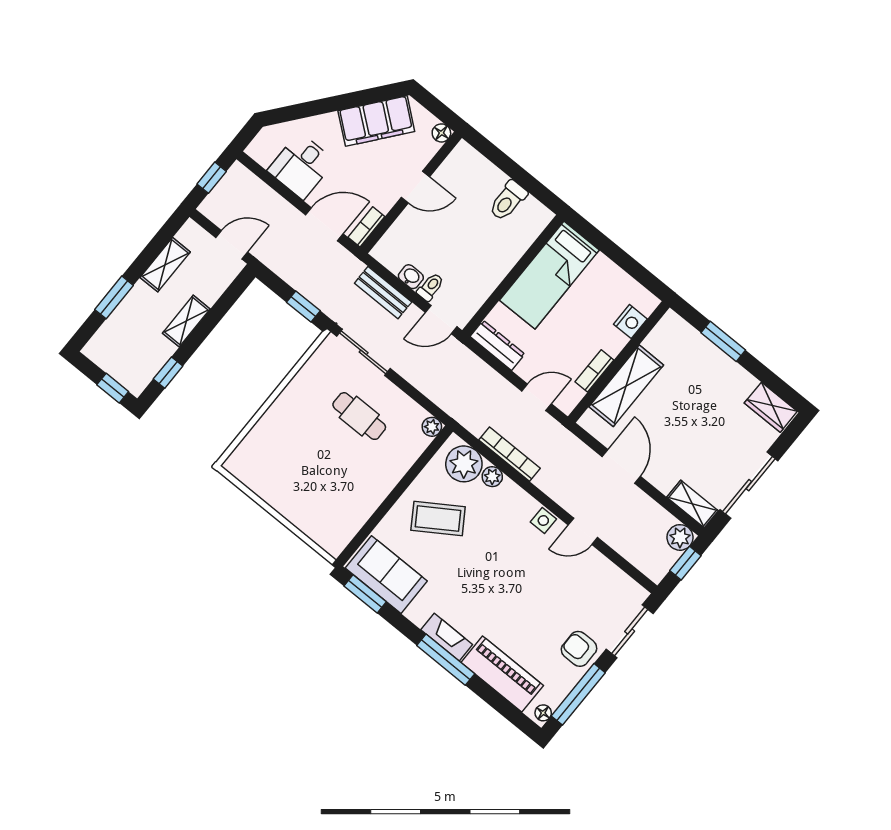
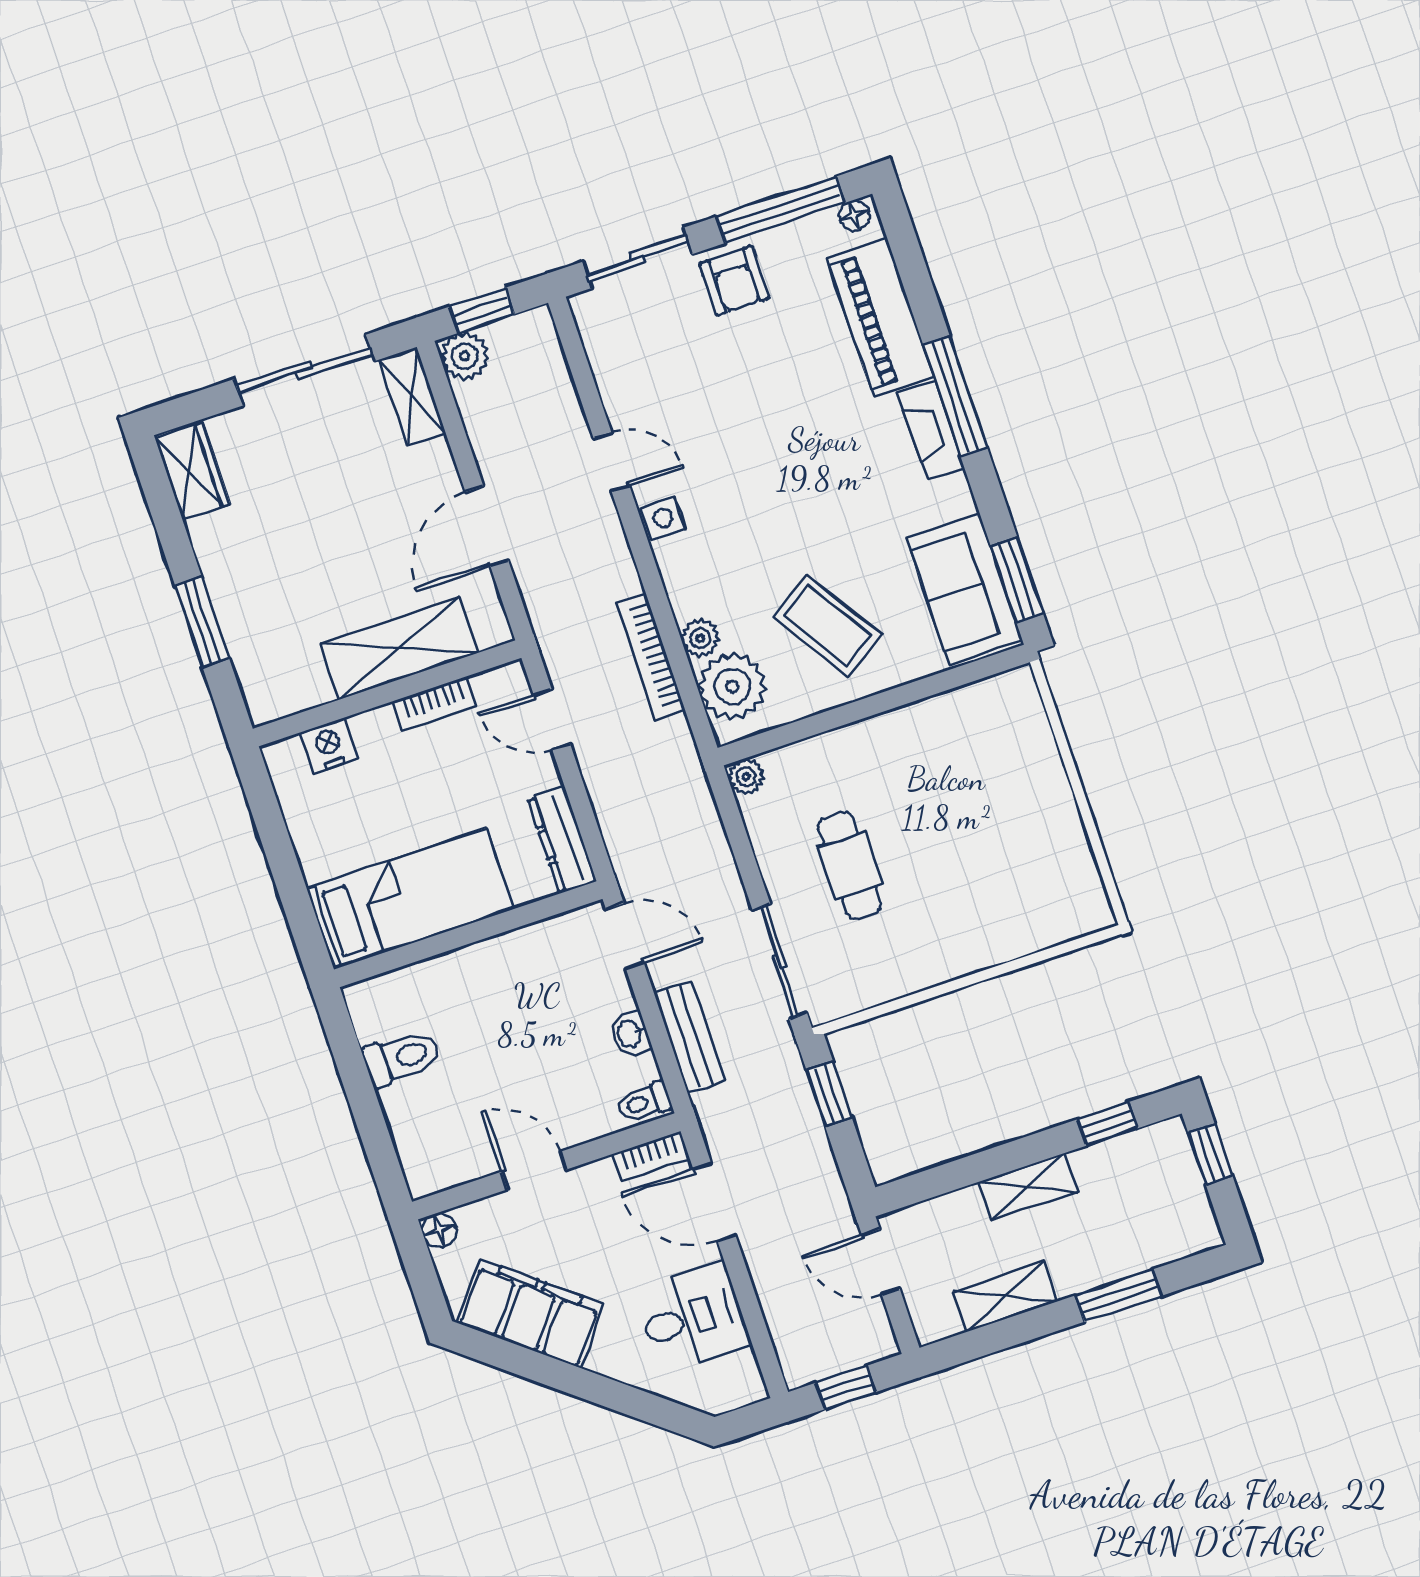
toilet: (431, 287) -> (644, 1102), moved

